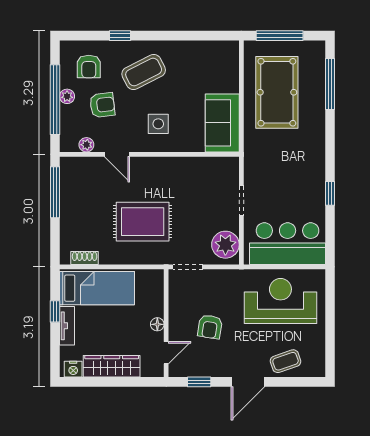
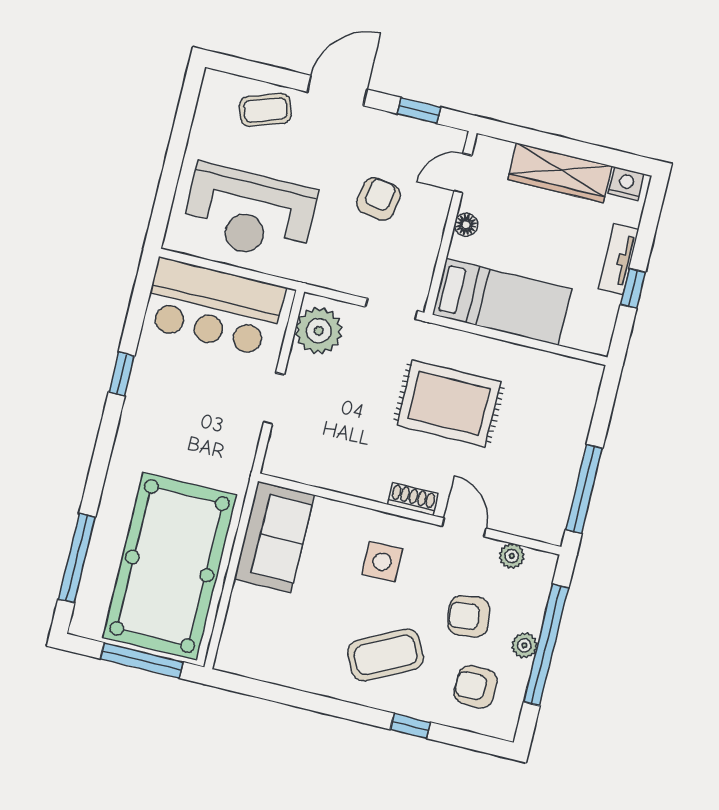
armchair: (89, 66) -> (476, 687), turned -90
pool table: (277, 92) -> (170, 566), width x1.36, depth x1.32
shoe rack: (85, 258) -> (413, 499), moved, turned 180
bed: (97, 288) -> (502, 302), moved, turned 180

